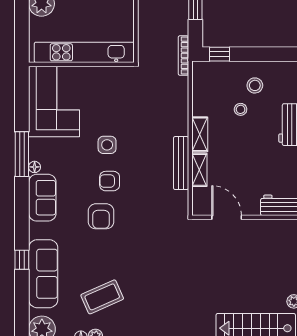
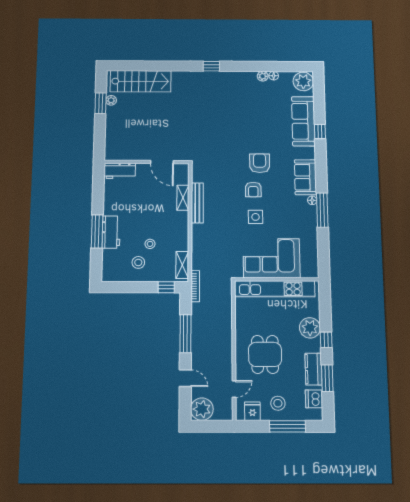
corner sofa: (54, 101) -> (272, 258), moved, turned 90
shelving: (200, 134) -> (182, 265), moved
armchair: (110, 181) -> (253, 190), turned 90
coffee table: (102, 297) -> (258, 104), removed

